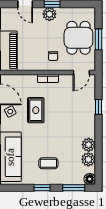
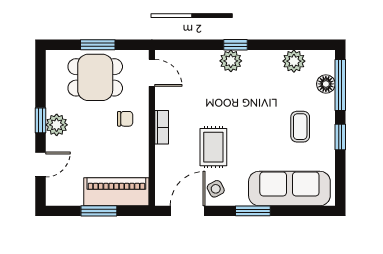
window: (98, 107) -> (235, 45), moved
rug: (36, 110) -> (213, 147), turned 90
plant: (89, 145) -> (231, 61), moved
floor lamp: (90, 179) -> (326, 84), moved
window: (74, 188) -> (340, 85), width x1.44

